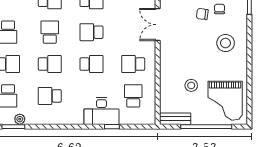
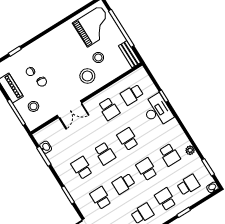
stool: (226, 43) -> (87, 76), moved
plant: (20, 119) -> (190, 150), moved

